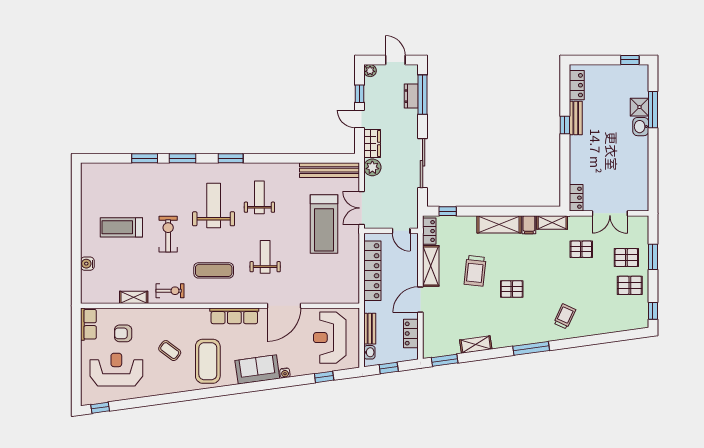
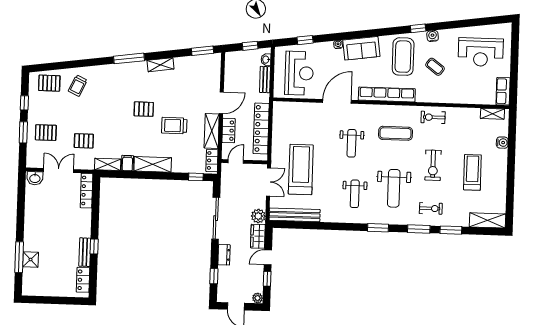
window: (630, 60) -> (37, 300), removed
window: (423, 95) -> (214, 276), width x0.46
dresser: (411, 96) -> (224, 255), moved
door: (359, 119) -> (268, 257), swing flipped
washbasin: (641, 127) -> (35, 178), moved, turned 90
shelving: (102, 171) -> (487, 220), added
exercise bike: (169, 183) -> (431, 208), added
locker: (576, 198) -> (87, 191), width x1.53
treadmill: (121, 227) -> (472, 172), turned -90
door: (401, 231) -> (236, 161), hinge flipped
trolley: (475, 271) -> (174, 126), turned -96
pallet: (630, 285) -> (49, 83), moved
shelving: (134, 297) -> (492, 114), moved
window: (653, 311) -> (24, 103), moved
row of seats: (234, 316) -> (387, 94), width x1.36
trolley: (565, 316) -> (78, 86), moved
armchair: (123, 333) -> (474, 83), removed
locker: (411, 334) -> (229, 131), moved
shelving: (476, 345) -> (160, 65), moved
water cooler: (174, 387) -> (433, 36), added
window: (100, 408) -> (418, 28), moved

